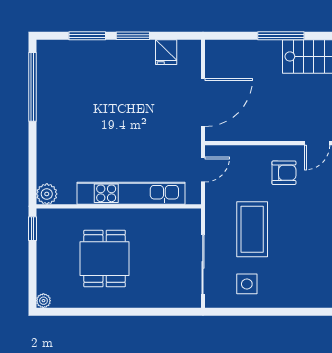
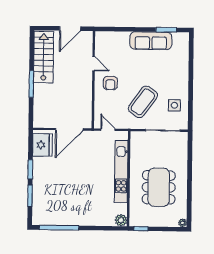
fridge: (166, 52) -> (42, 145), width x1.88, depth x1.34
door: (203, 103) -> (69, 129), swing flipped
armchair: (284, 173) -> (110, 83), turned 180
coffee table: (252, 229) -> (143, 102), turned -54
dining table: (105, 259) -> (159, 187), width x1.38

